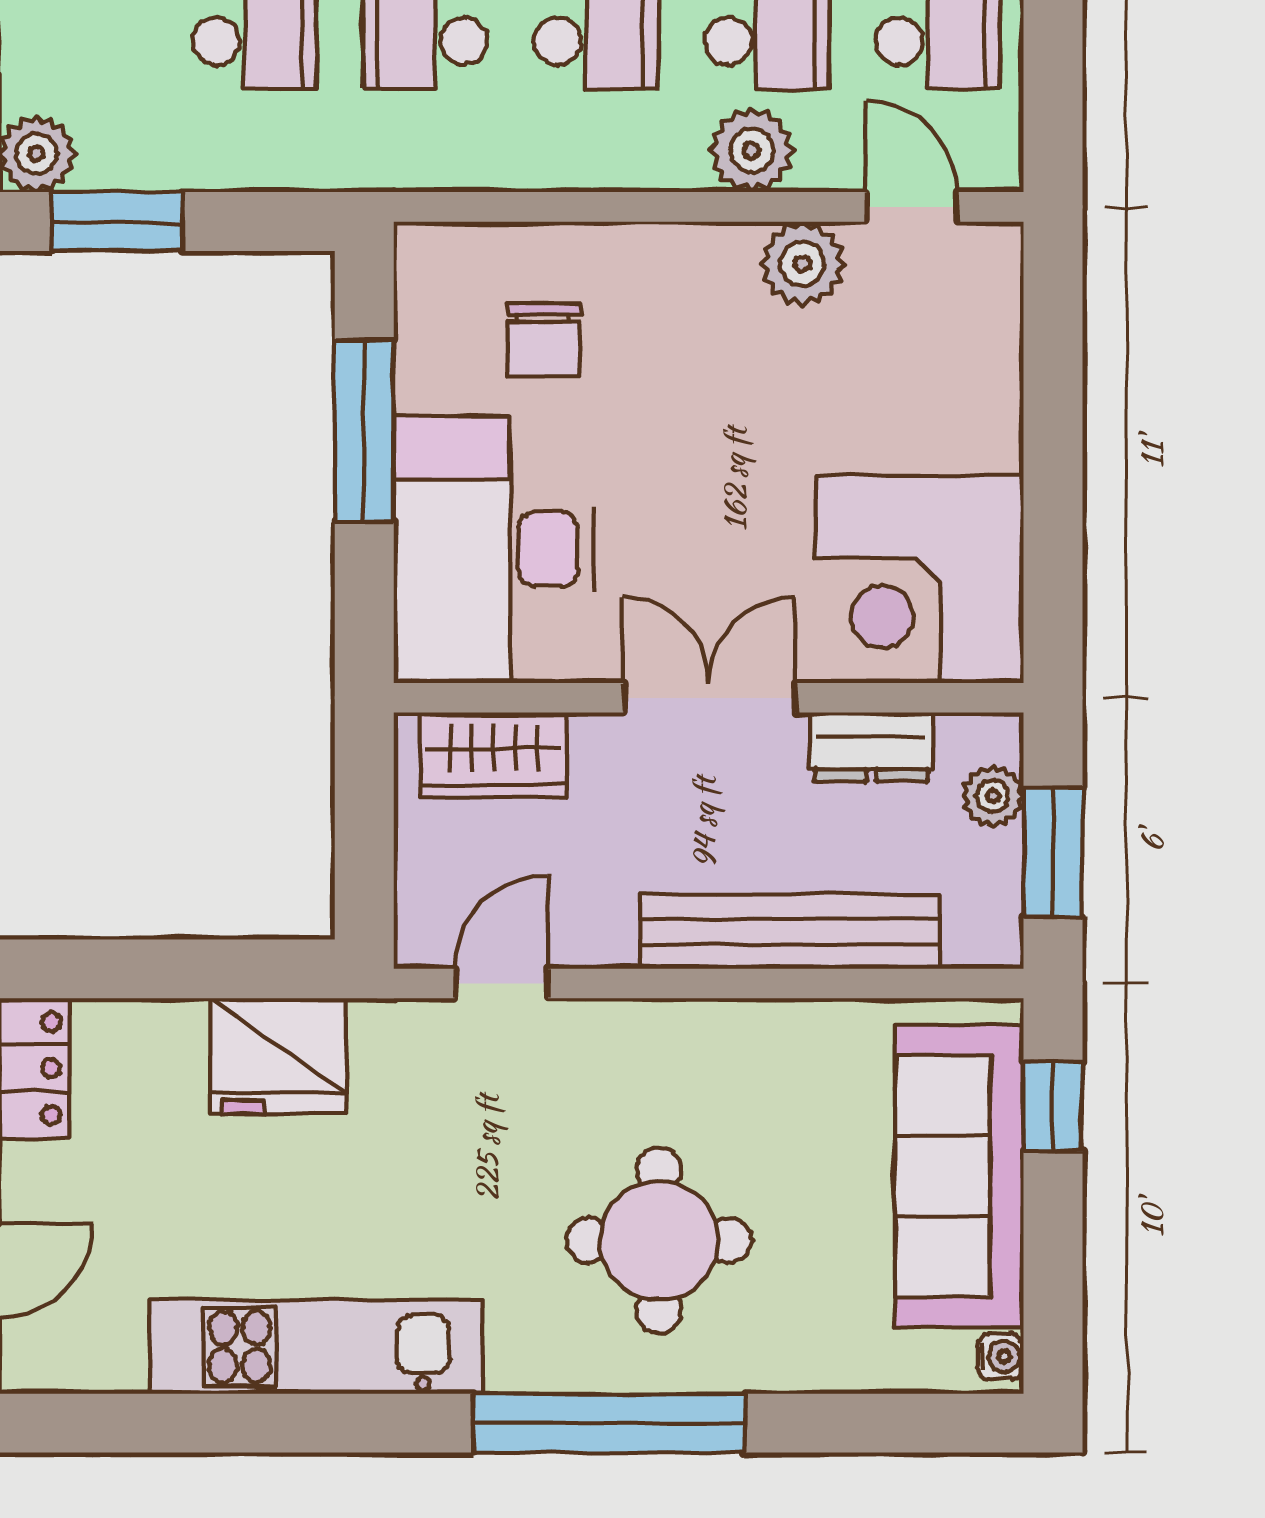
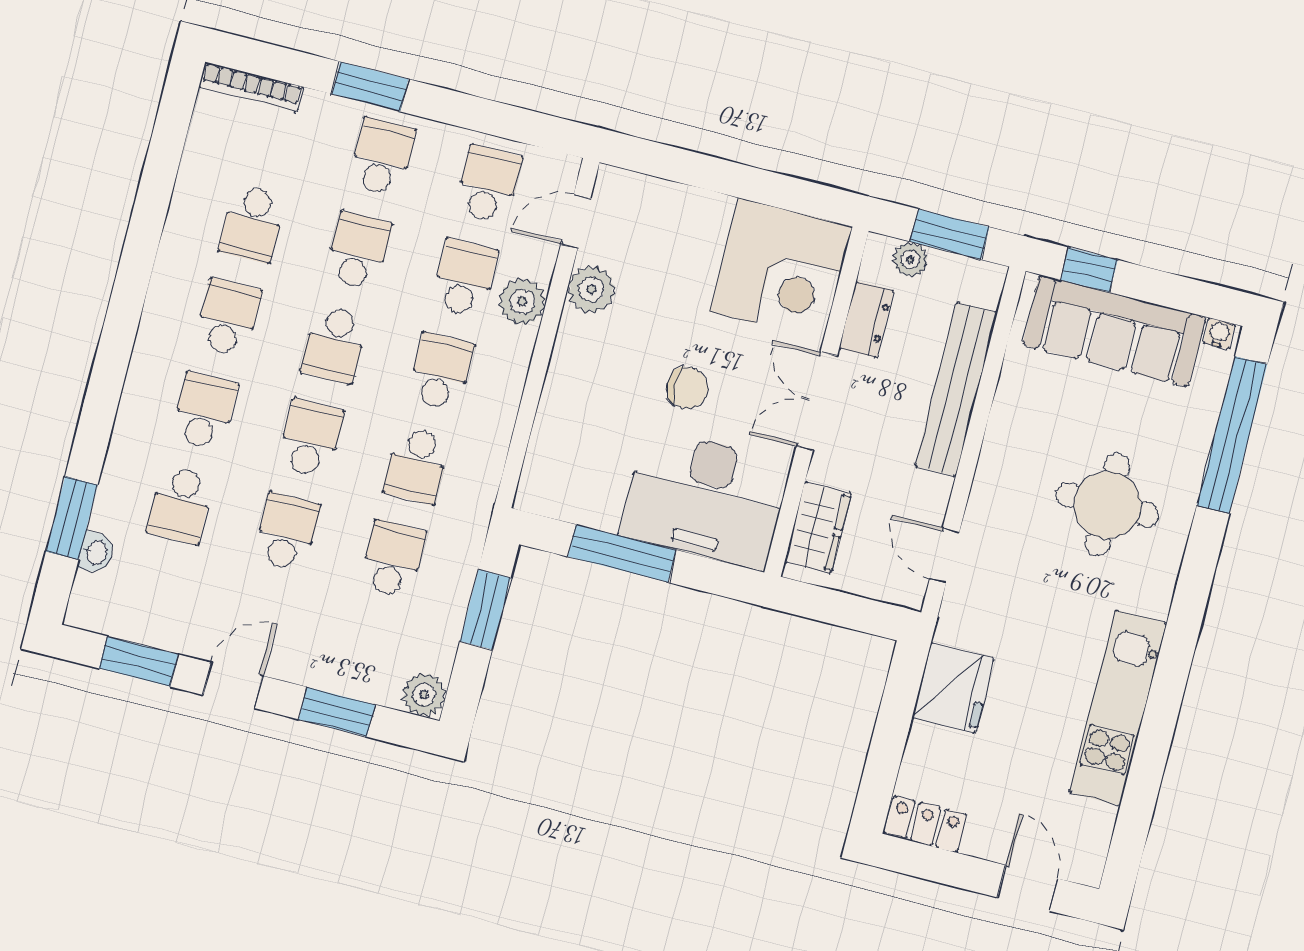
window: (117, 222) -> (485, 610), moved
chair: (544, 340) -> (687, 388), moved
window: (609, 1423) -> (1232, 435), moved

